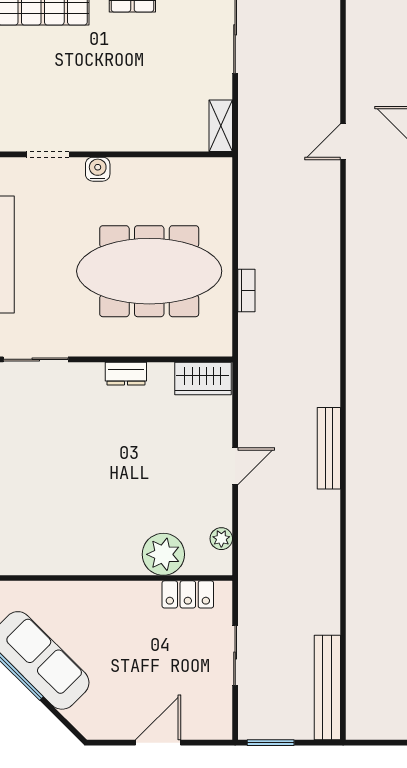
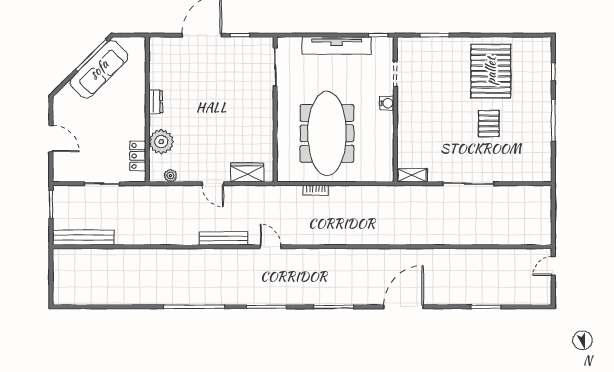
door: (343, 142) -> (270, 247), moved
dresser: (126, 374) -> (156, 102), moved, turned 180
wardrobe: (203, 378) -> (247, 172), moved, turned 90

